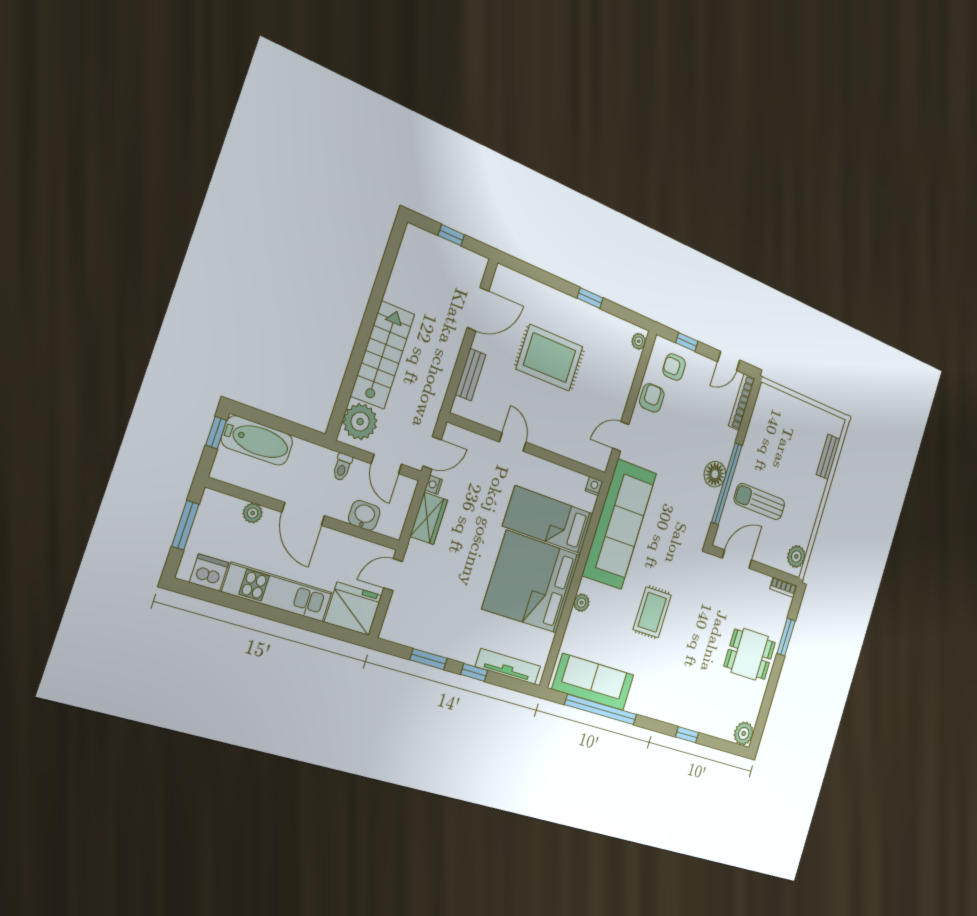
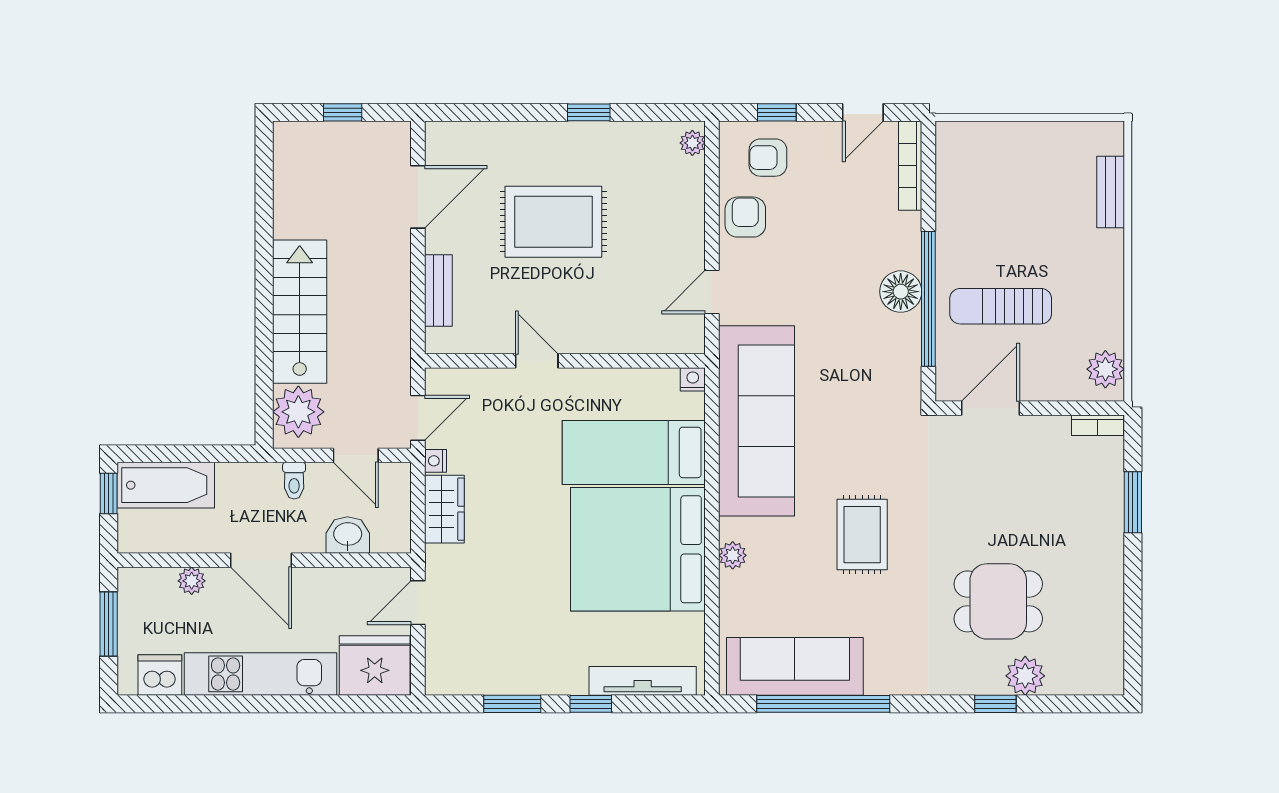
dining table: (750, 654) -> (998, 601), moved
plant: (744, 733) -> (1025, 676), moved

